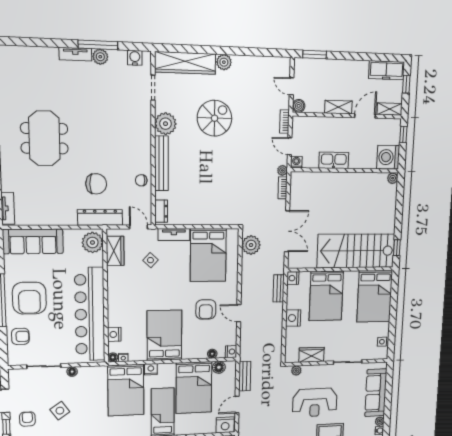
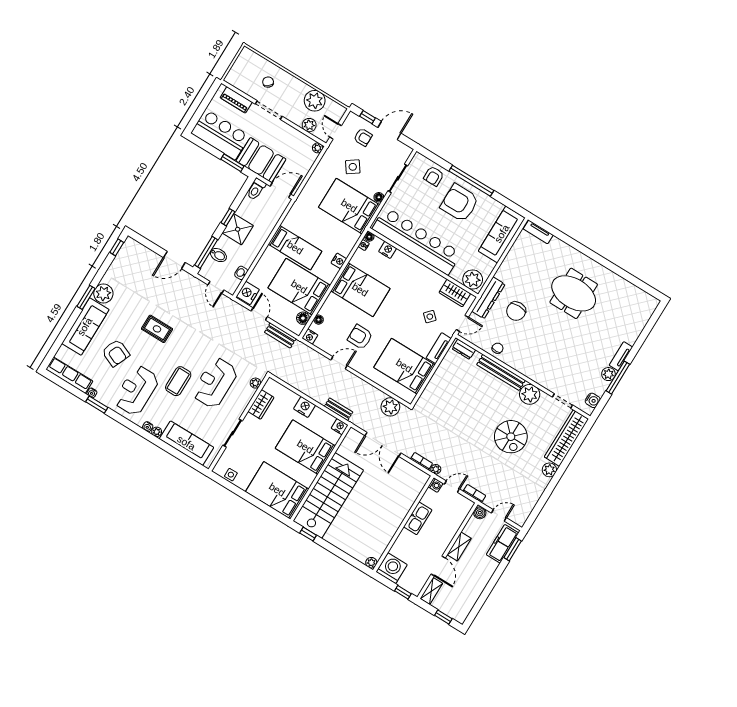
freezer: (387, 70) -> (503, 544), moved
bed: (126, 390) -> (349, 206), moved

